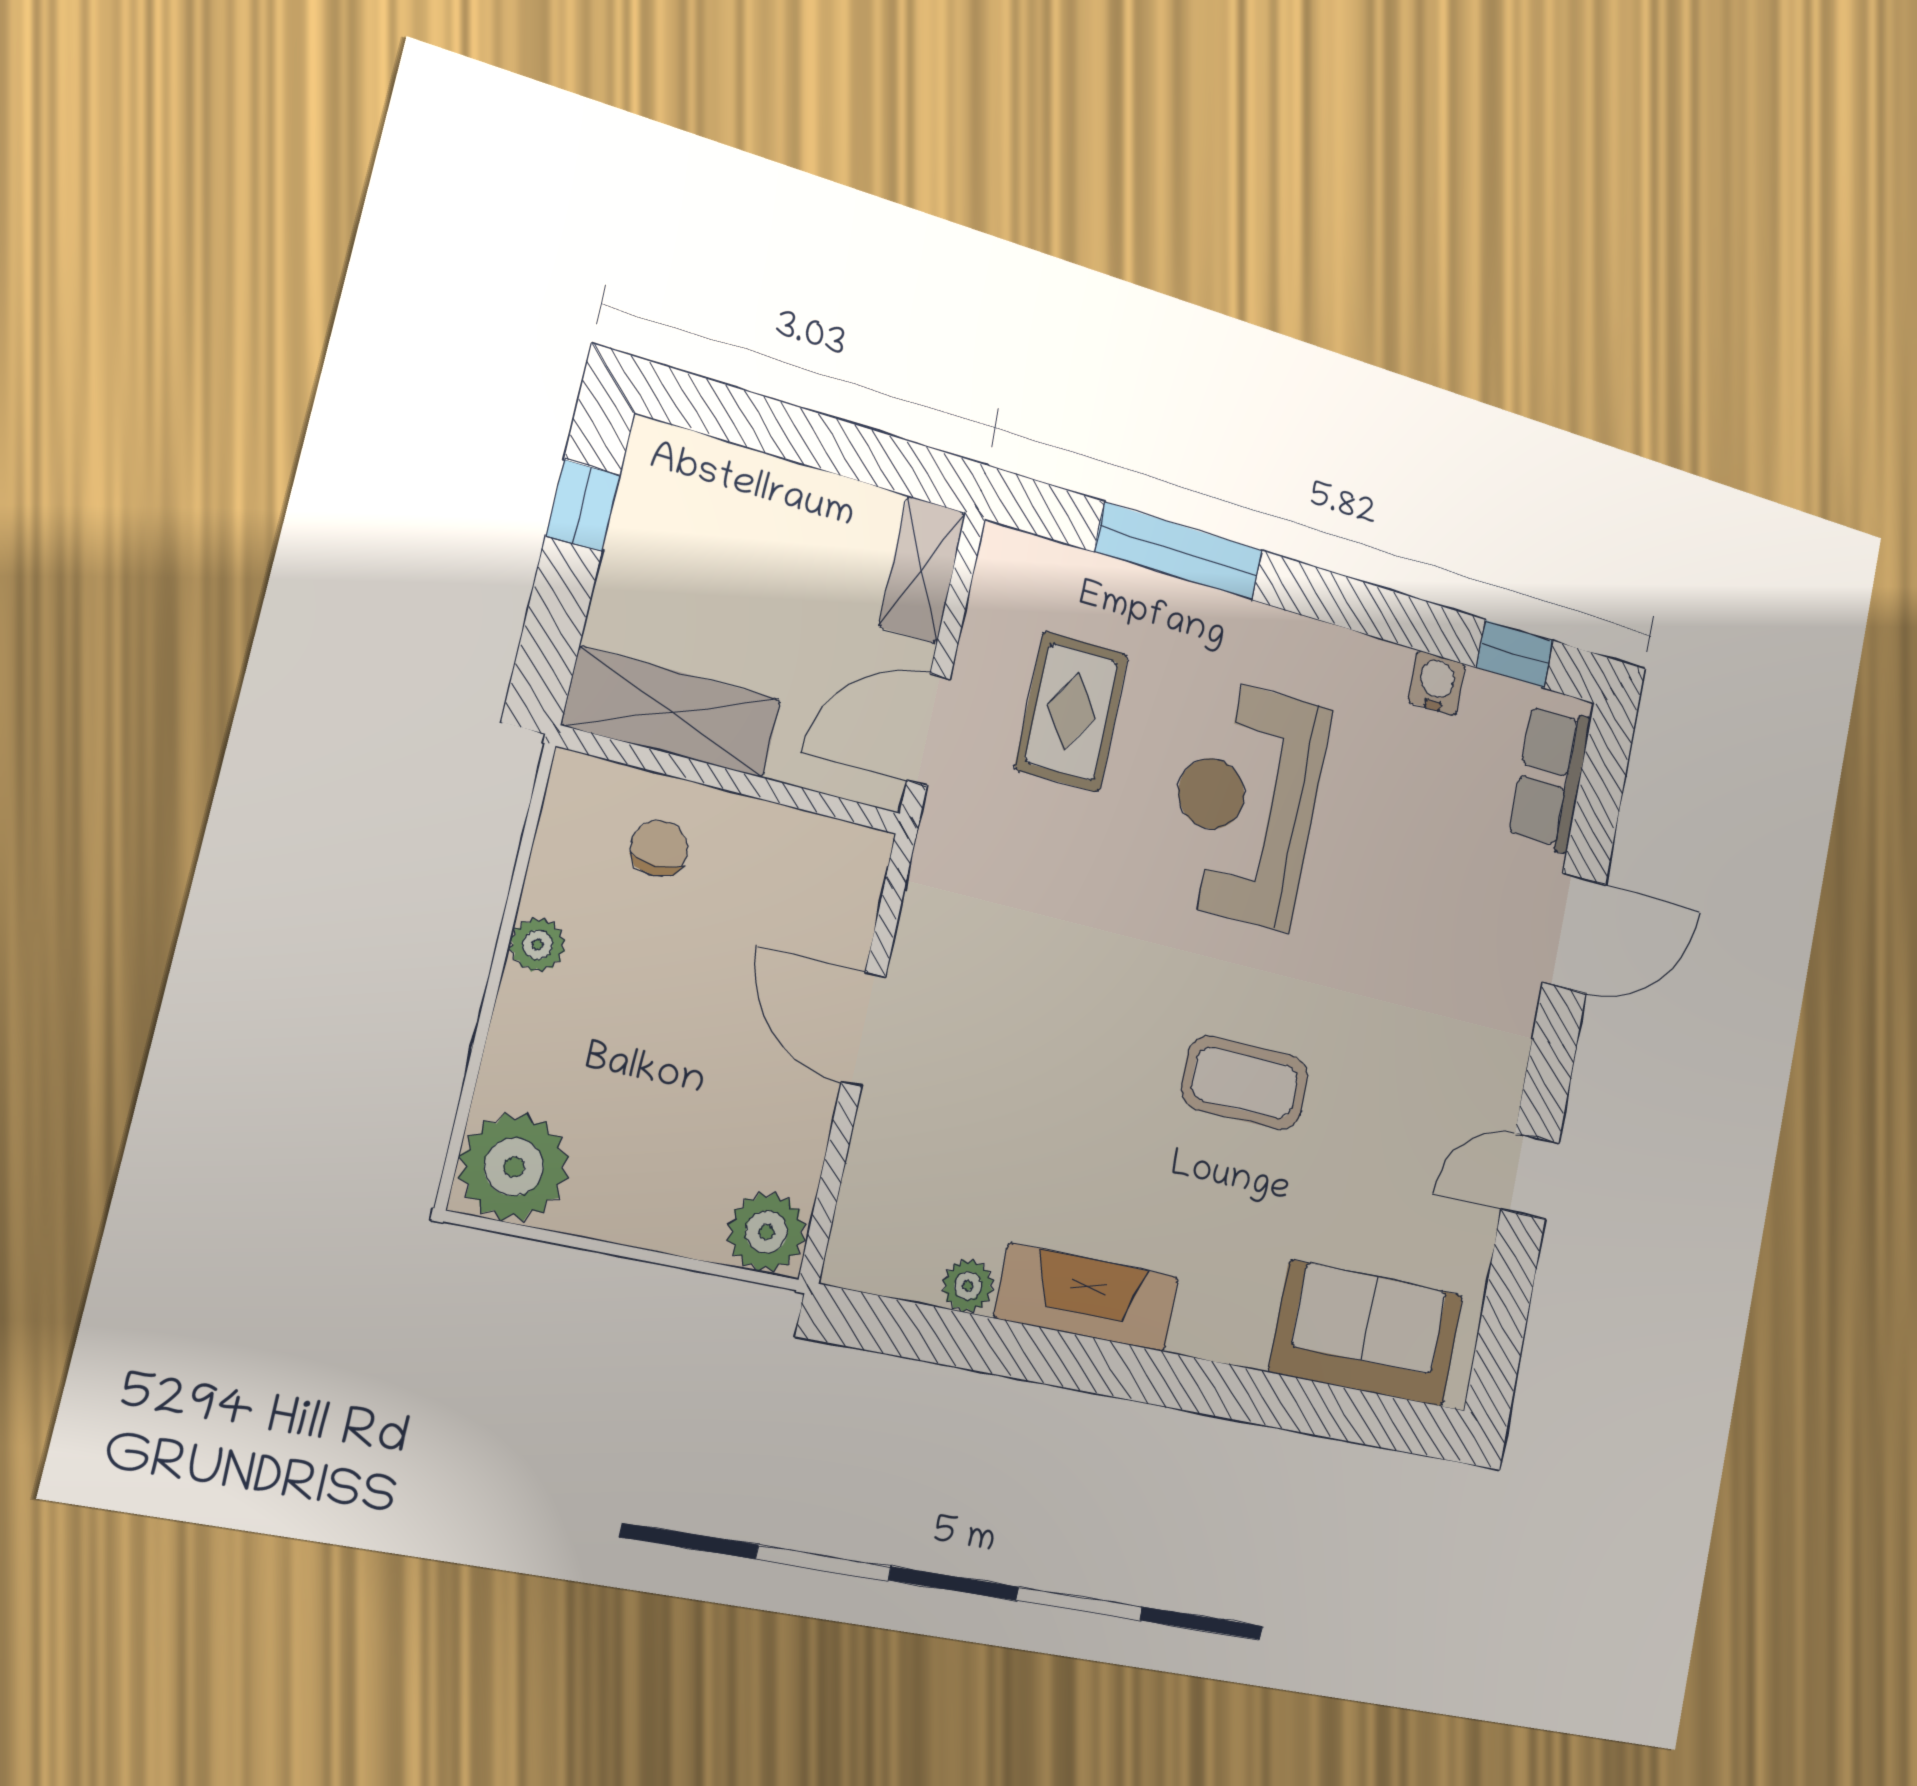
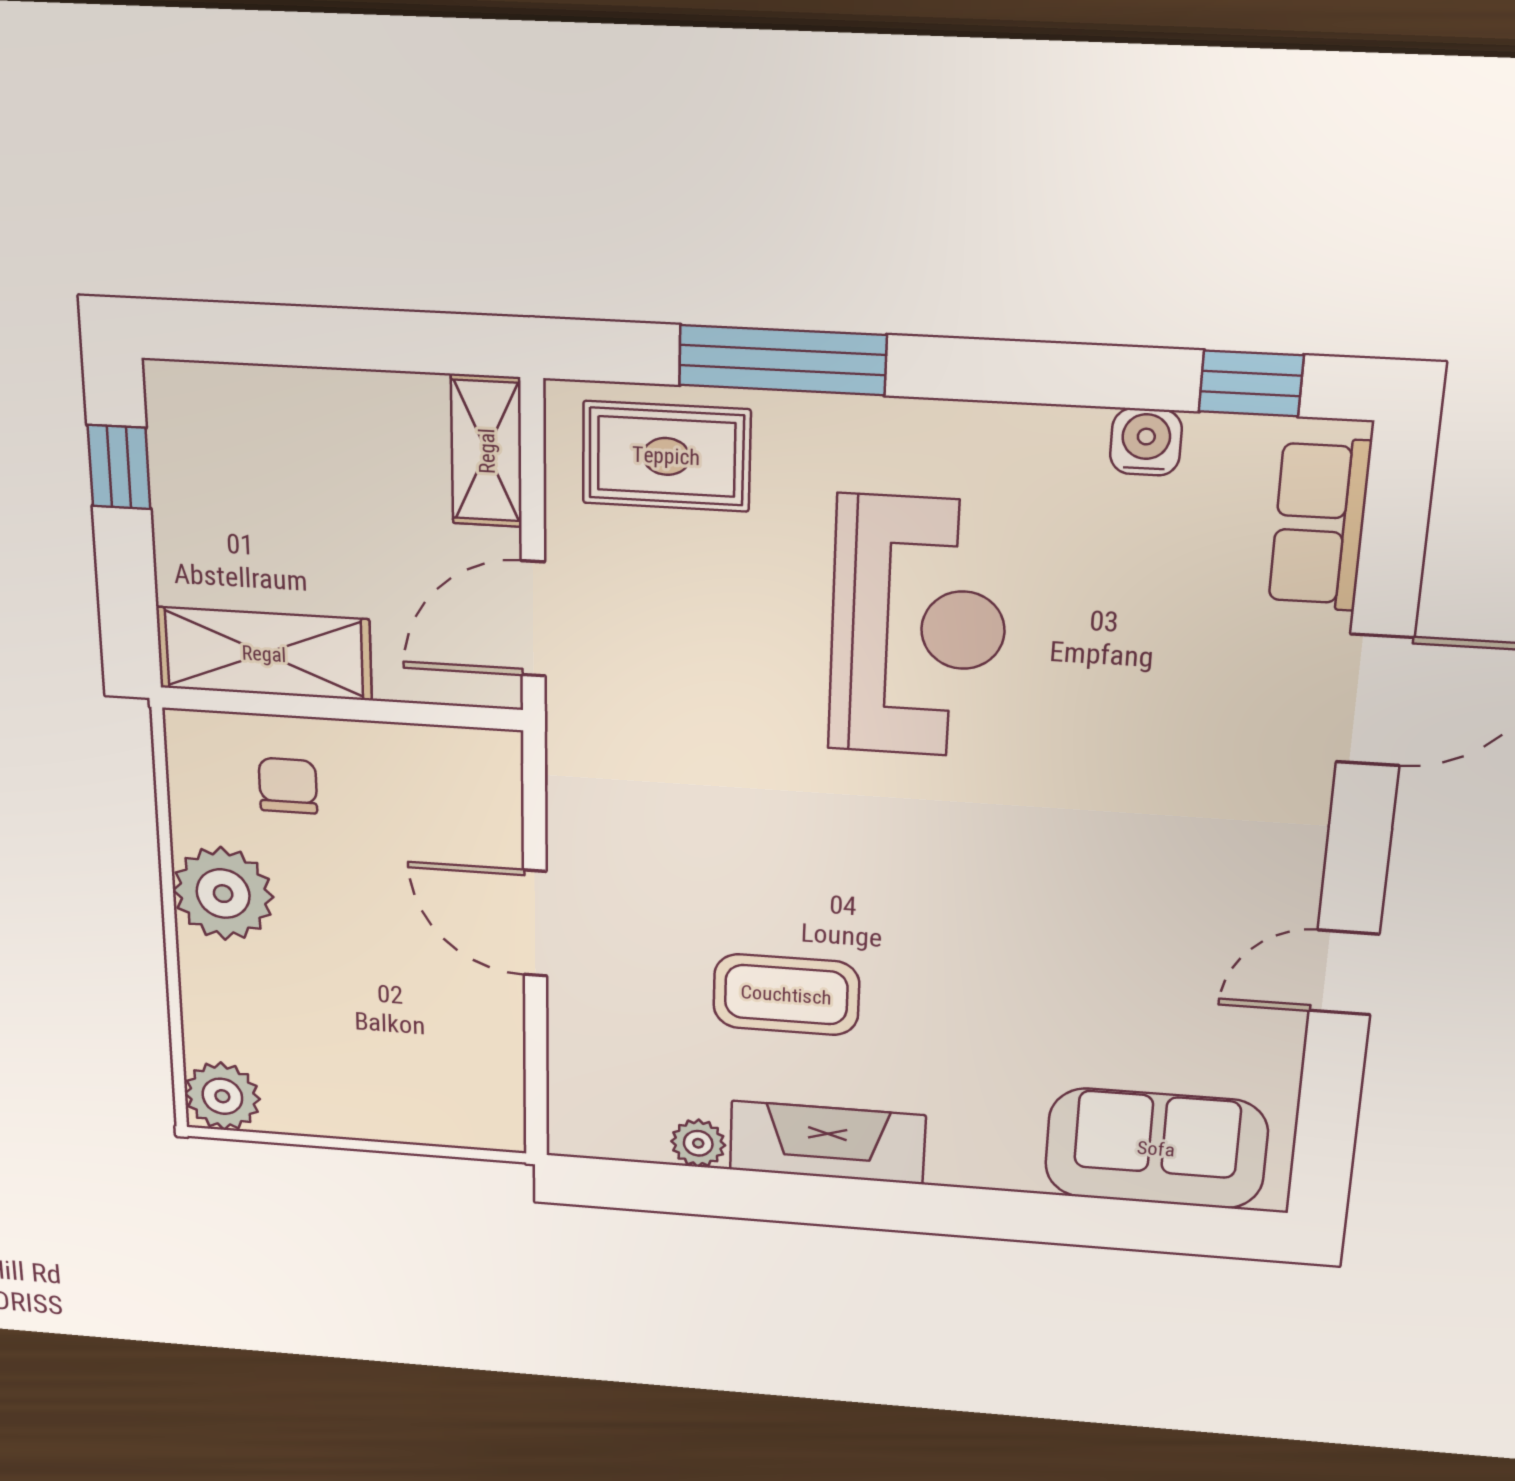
rug: (1072, 712) -> (666, 456), moved, turned 90
reception desk: (1246, 803) -> (918, 628), turned 180
plant: (537, 945) -> (223, 894), width x1.88, depth x1.88
coffee table: (1245, 1083) -> (786, 995), moved
plant: (514, 1167) -> (222, 1096), width x0.73, depth x0.73
plant: (767, 1232) -> (485, 1115), removed

